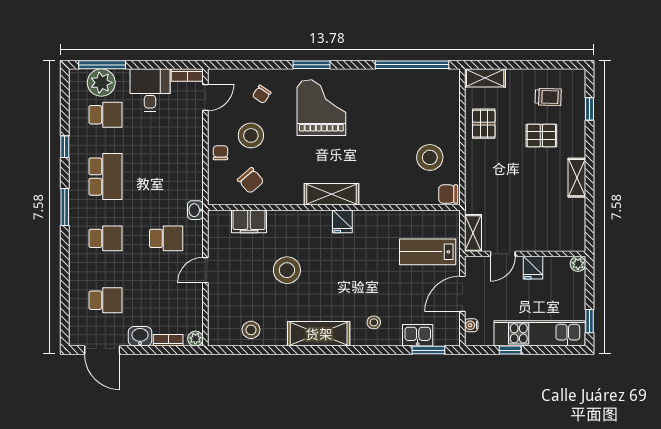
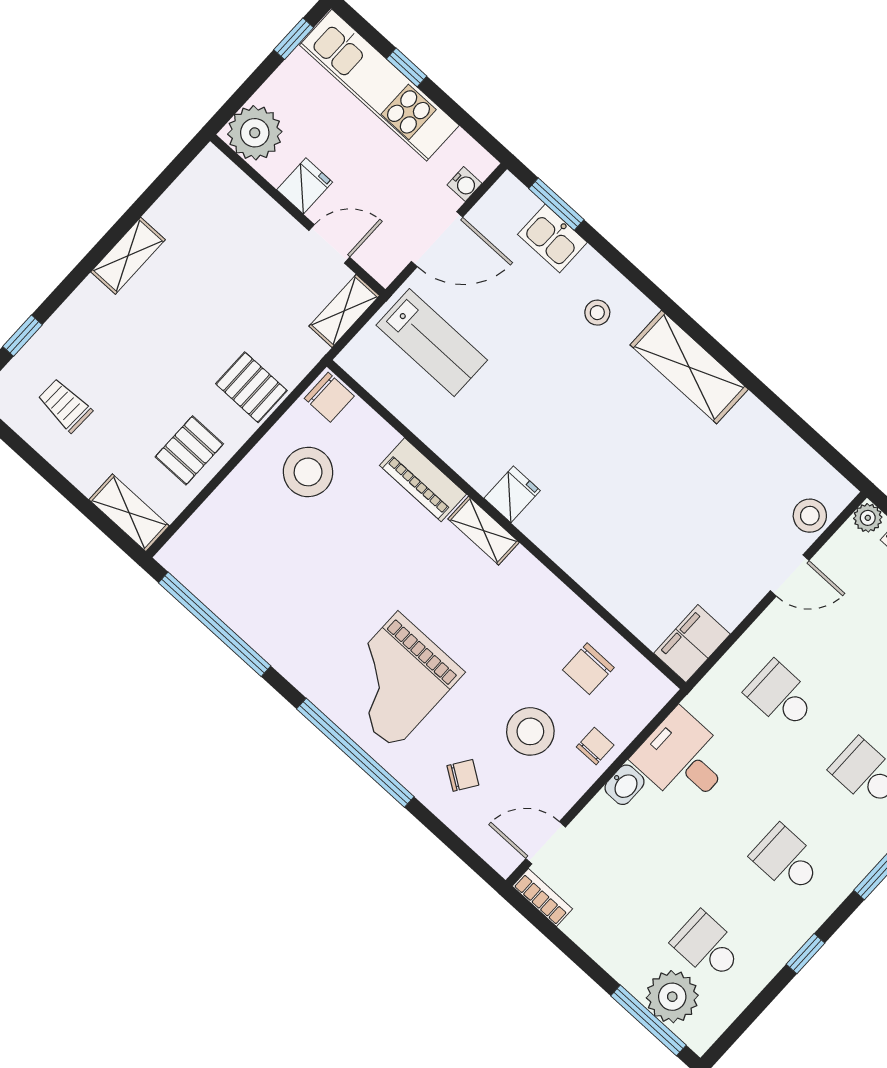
window: (311, 65) -> (355, 753), width x2.11
desk: (150, 90) -> (683, 759), moved, turned 90
pallet: (541, 136) -> (251, 387), moved
chair: (220, 153) -> (595, 746), turned 180
school desk: (105, 177) -> (787, 860), width x0.54
chair: (251, 180) -> (588, 669), turned -139
shelving: (332, 194) -> (484, 531), width x0.67, depth x0.75
piano: (382, 195) -> (423, 480), added
washbasin: (195, 210) -> (624, 785), moved
filing cabinet: (249, 221) -> (692, 644), moved, turned -90
plant: (578, 264) -> (255, 133), width x1.87, depth x1.87
door: (205, 270) -> (790, 576), moved
stool: (287, 270) -> (652, 497), removed
stool: (251, 330) -> (810, 516), moved
window: (510, 350) -> (407, 67), moved

